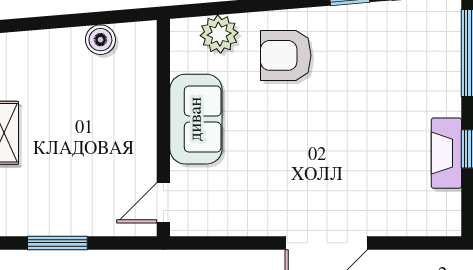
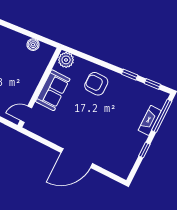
plant: (219, 34) -> (66, 60), moved
fireplace: (446, 153) -> (150, 120), moved

